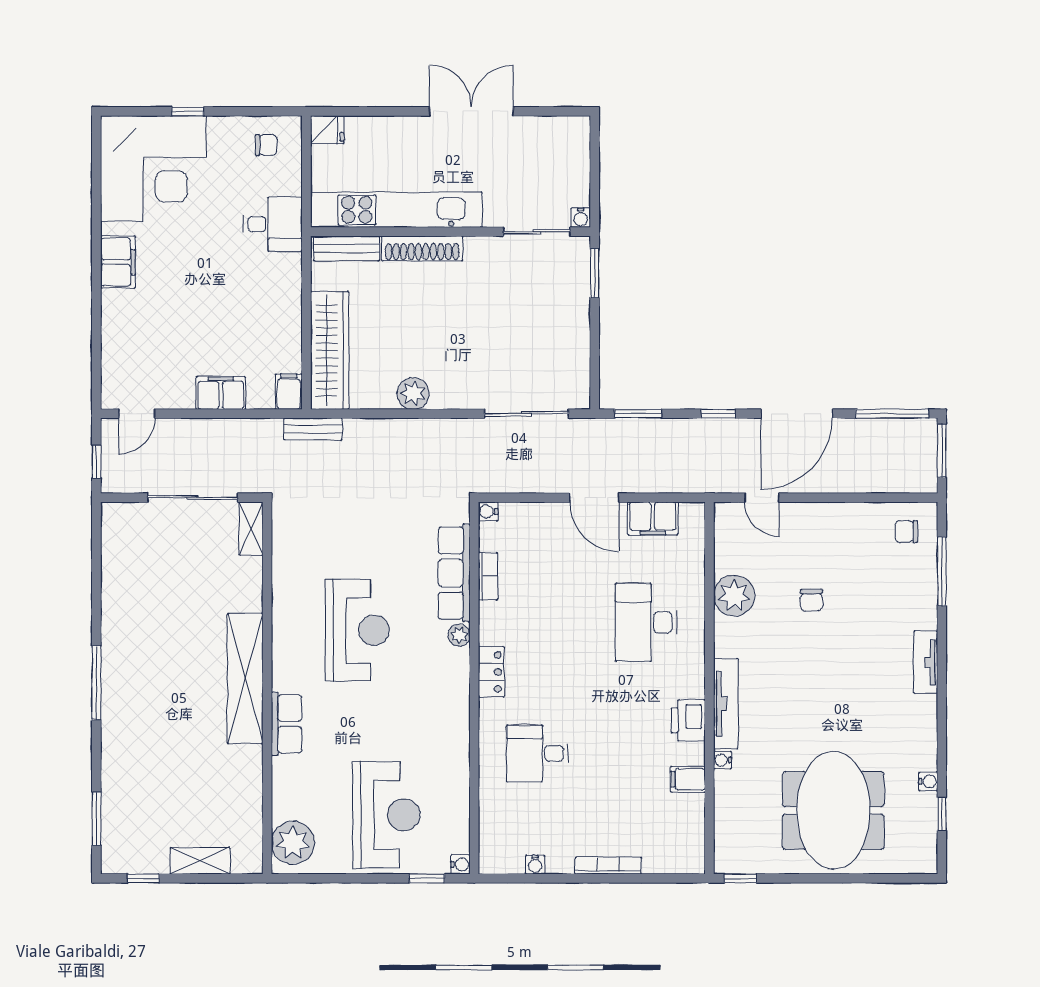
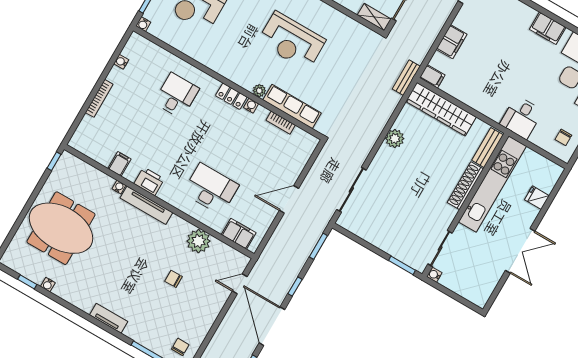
fridge: (327, 130) -> (537, 198), moved, turned 90
water cooler: (488, 511) -> (251, 106), moved
filing cabinet: (653, 518) -> (239, 234), moved, turned 90

